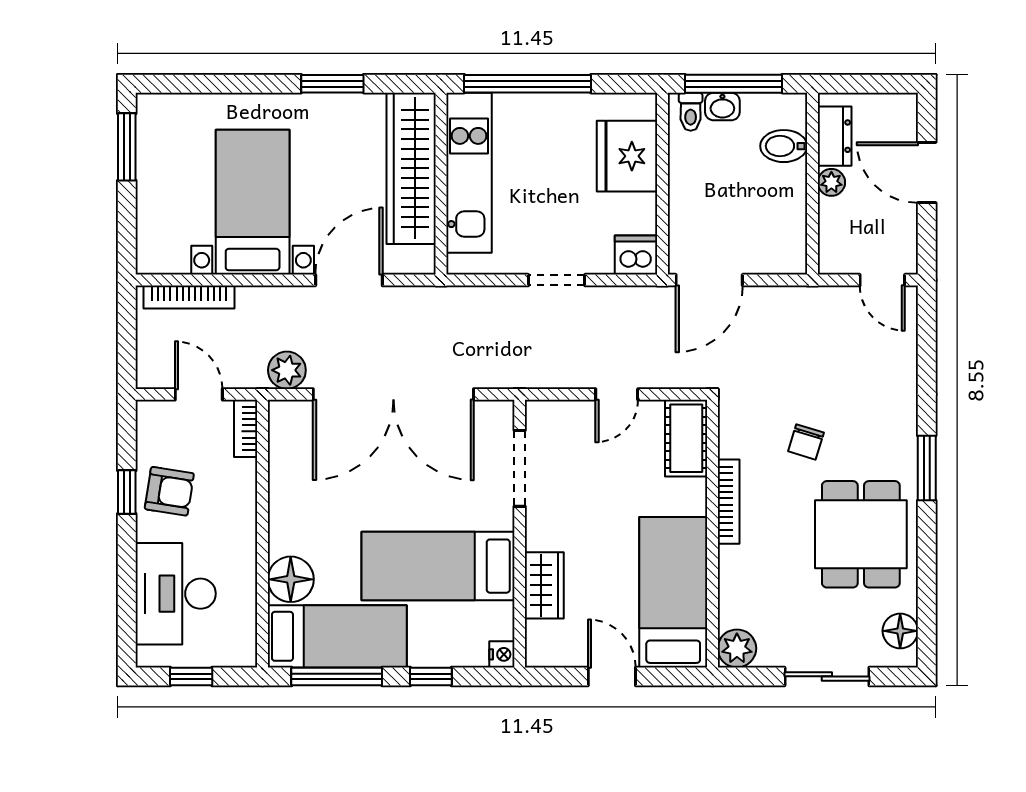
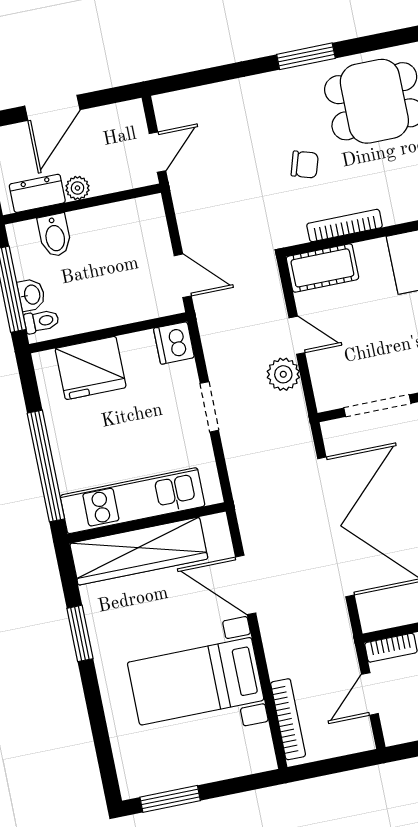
door: (709, 280) -> (183, 276), width x0.73
door: (882, 280) -> (158, 152), moved
plant: (287, 370) -> (283, 374), moved
bookcase: (729, 502) -> (345, 225), moved

